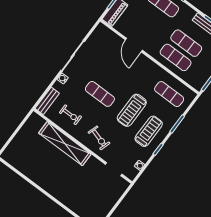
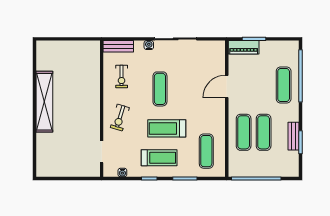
shelving: (65, 144) -> (44, 102), moved

